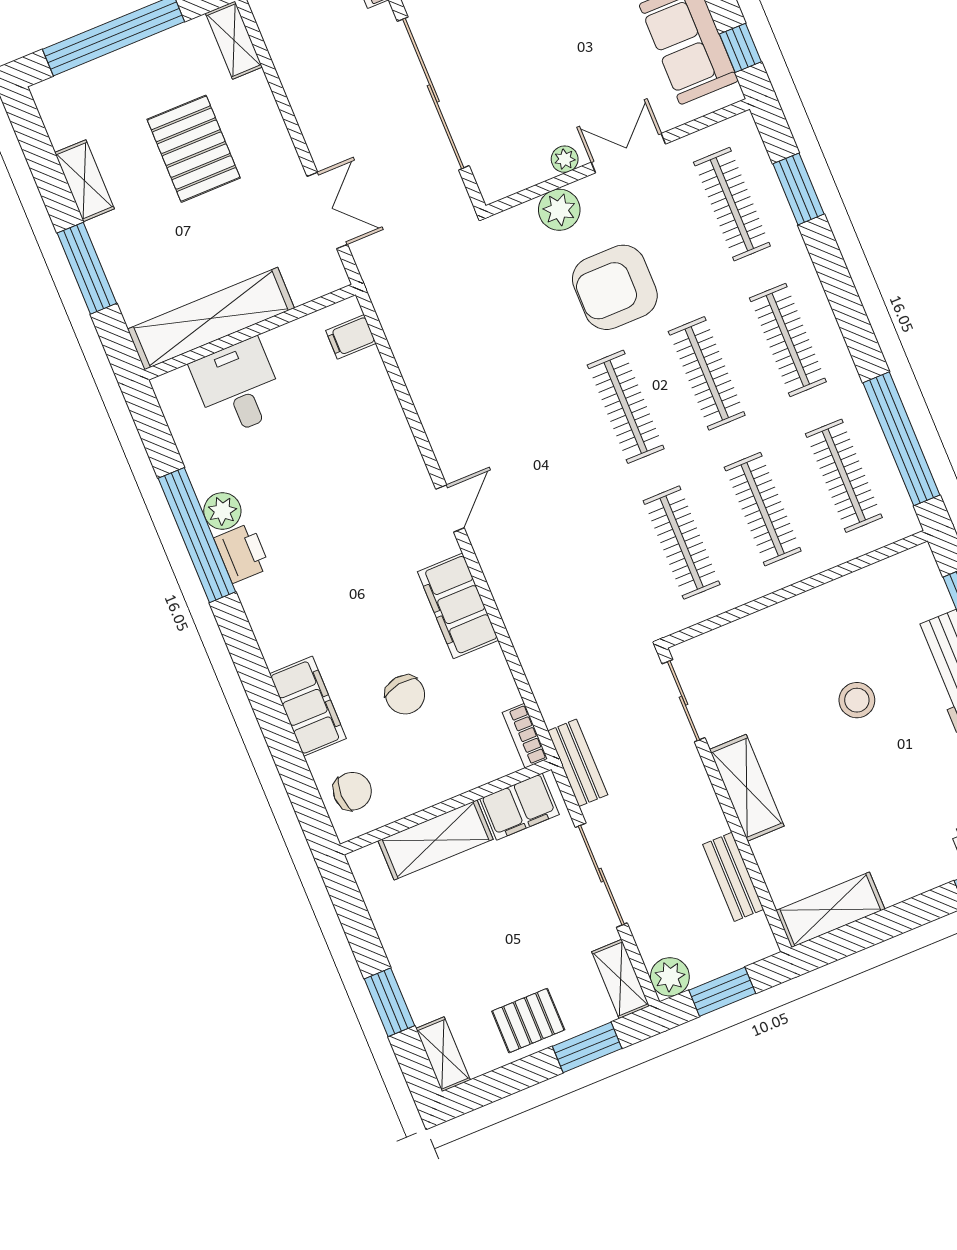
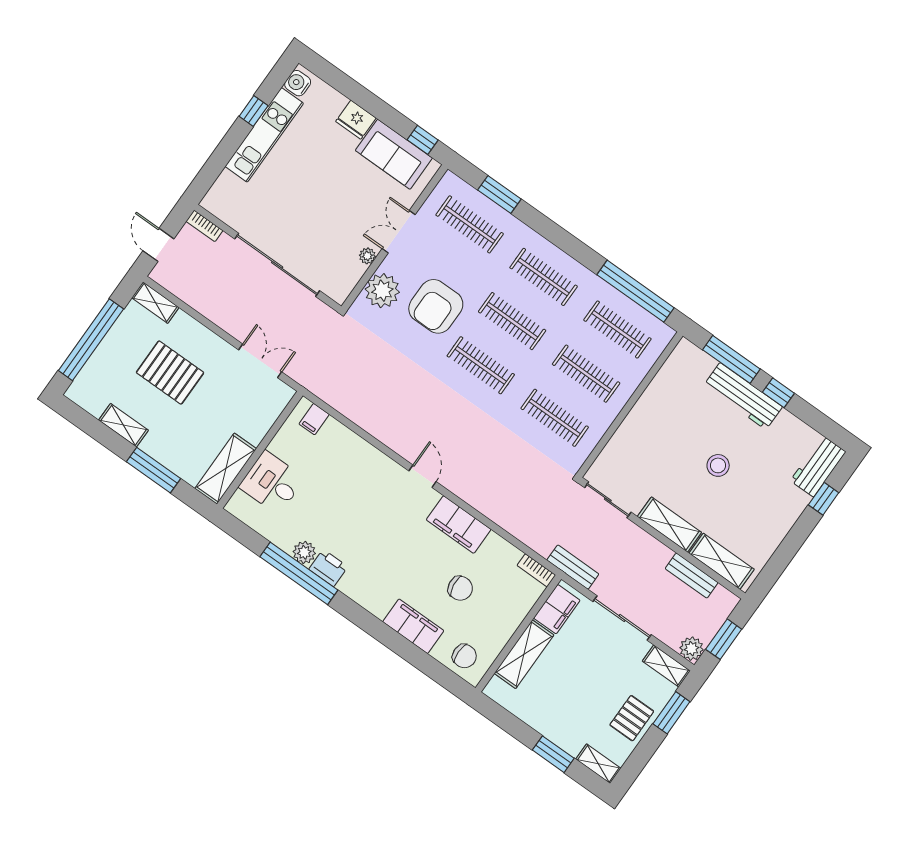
plant: (559, 210) -> (382, 291), width x1.36, depth x1.36
shelving: (211, 319) -> (226, 469), width x0.68
stool: (857, 700) -> (718, 465), moved
chair: (352, 791) -> (464, 656), turned 90
shelving: (830, 910) -> (722, 561), moved, turned 90

